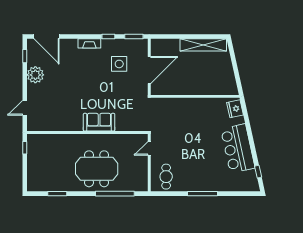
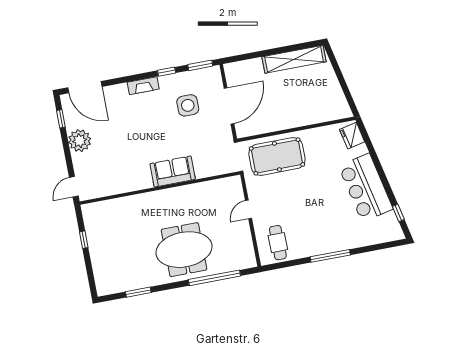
pool table: (177, 114) -> (277, 156), added
sofa: (99, 122) -> (173, 171), moved
wall: (87, 133) -> (160, 188), moved

